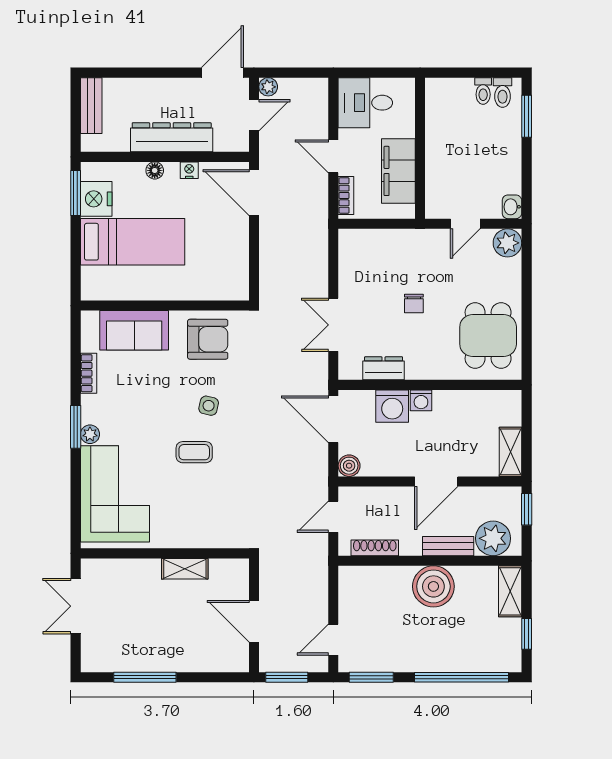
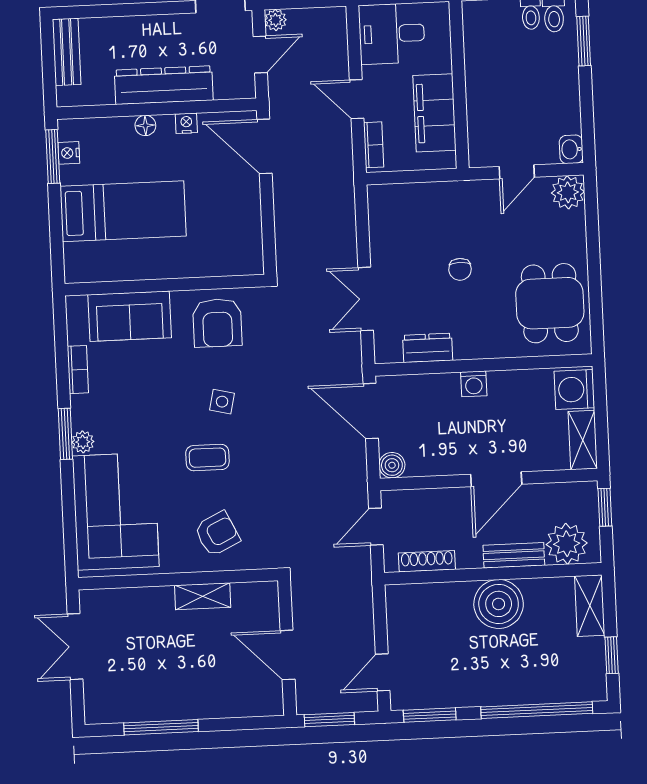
nightstand: (96, 199) -> (69, 153), width x0.53, depth x0.56
armchair: (208, 339) -> (217, 323), turned 90
washing machine: (392, 406) -> (574, 389), moved, turned 90
armchair: (199, 517) -> (217, 534), added

